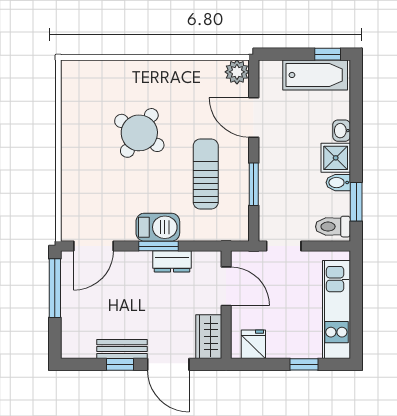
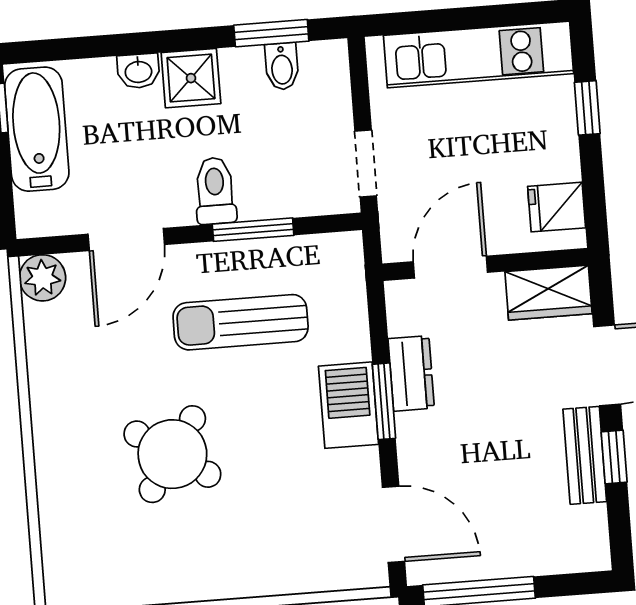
bidet: (338, 183) -> (282, 66), moved
toilet: (333, 227) -> (215, 191), moved, turned 180

